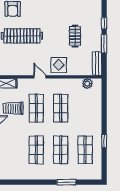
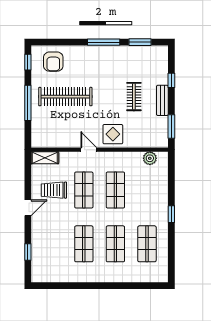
window: (104, 44) -> (171, 126), moved
bench: (97, 64) -> (162, 100), moved
window: (104, 141) -> (171, 214), moved
window: (66, 182) -> (123, 286), removed

